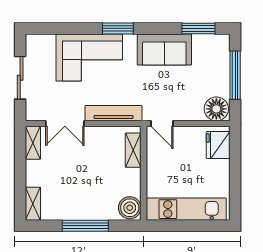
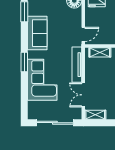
sliding door: (20, 78) -> (55, 123), width x1.37
double door: (65, 124) -> (83, 95), swing flipped

